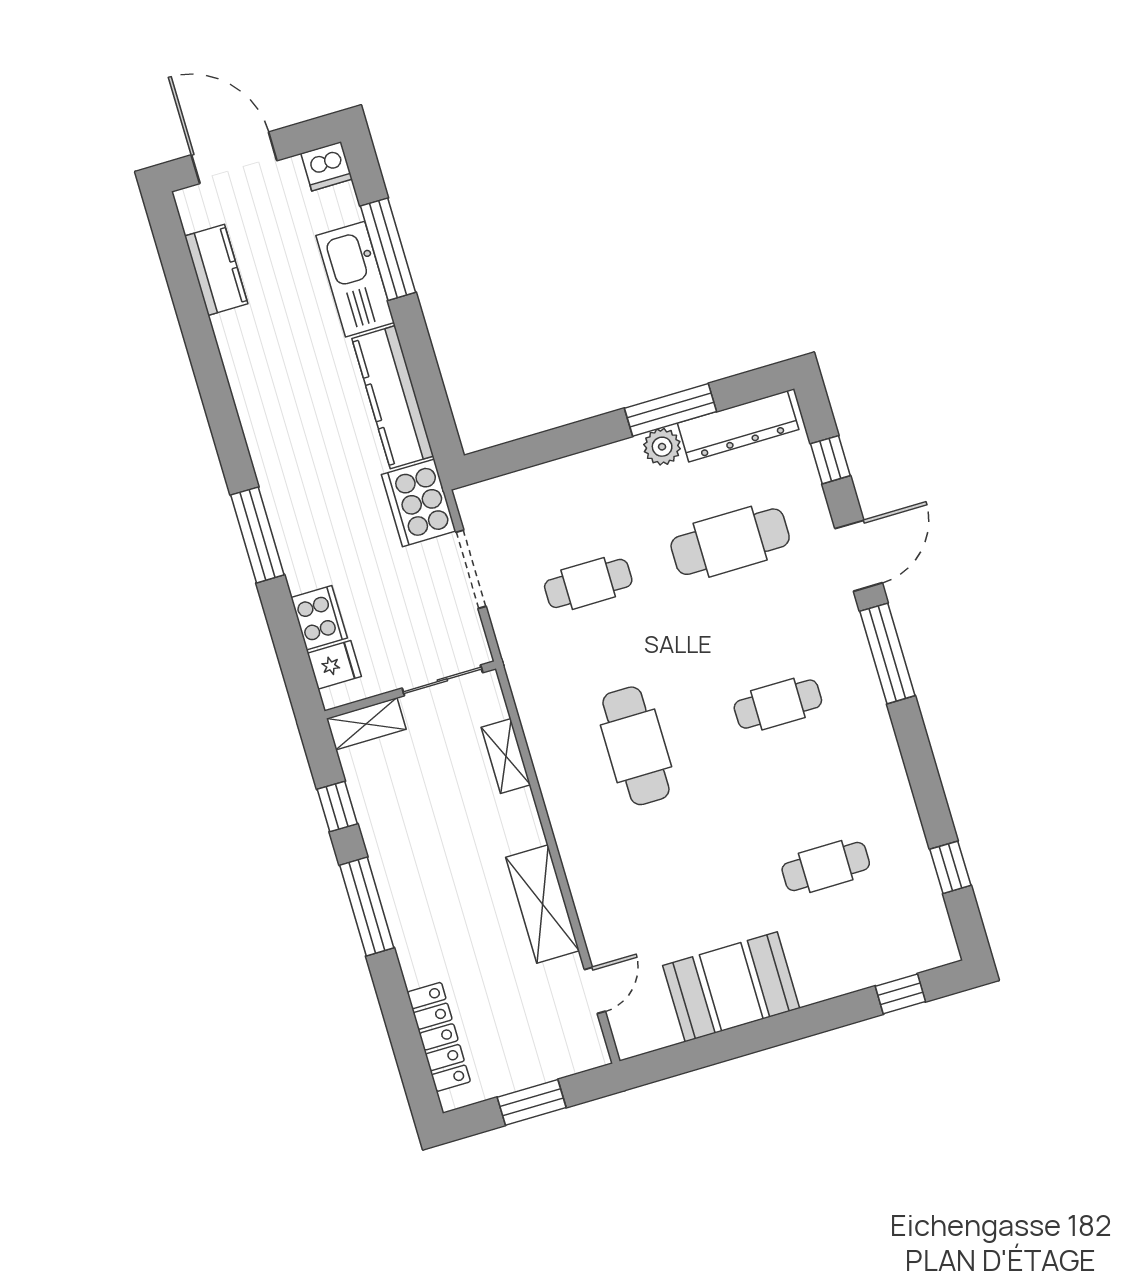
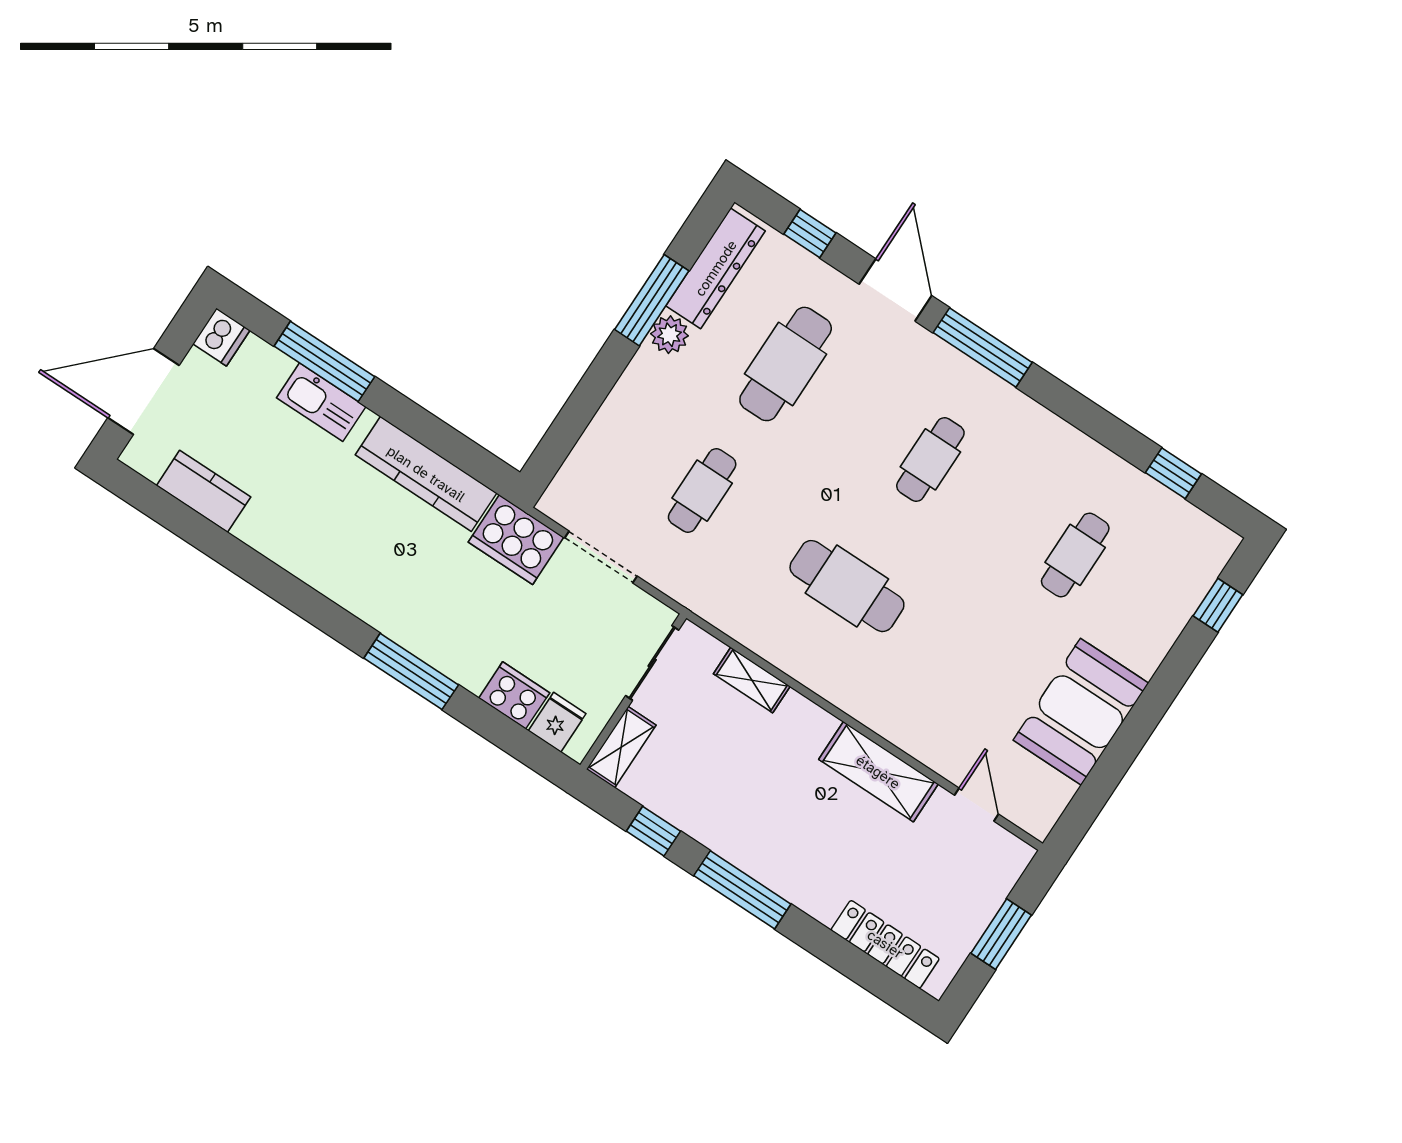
kitchen sink: (355, 279) -> (321, 402), width x0.73, depth x0.81

